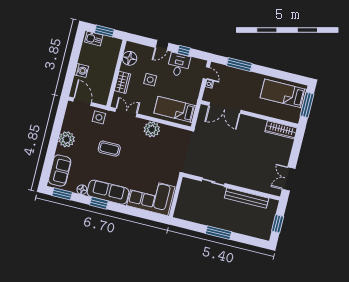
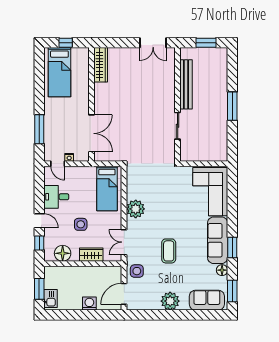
window: (184, 51) -> (39, 243), moved
door: (206, 73) -> (58, 164), swing flipped
window: (307, 105) -> (66, 43), width x0.46

